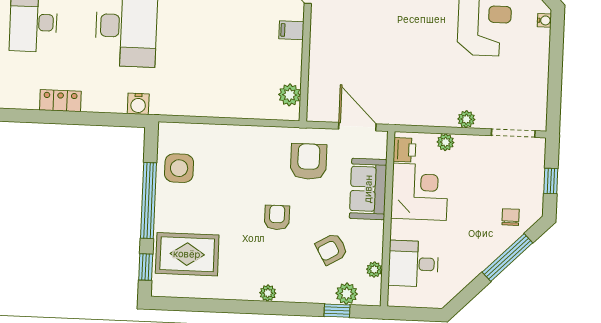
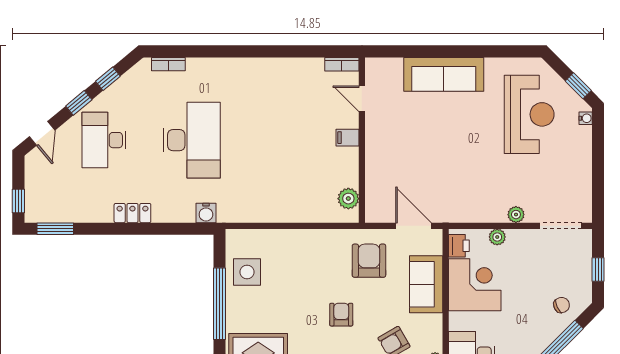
chair: (511, 217) -> (562, 305), turned 65

